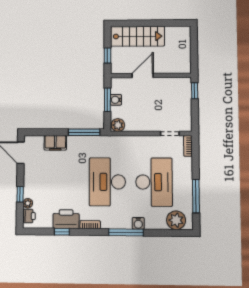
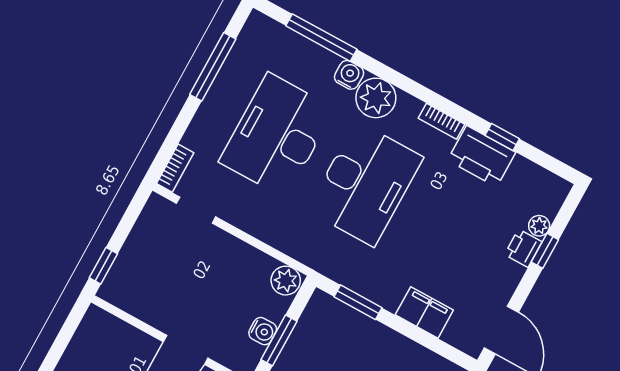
window: (84, 132) -> (358, 302), width x0.69
printer: (29, 216) -> (523, 248), moved
plant: (176, 220) -> (376, 98), moved
window: (126, 232) -> (321, 38), moved

